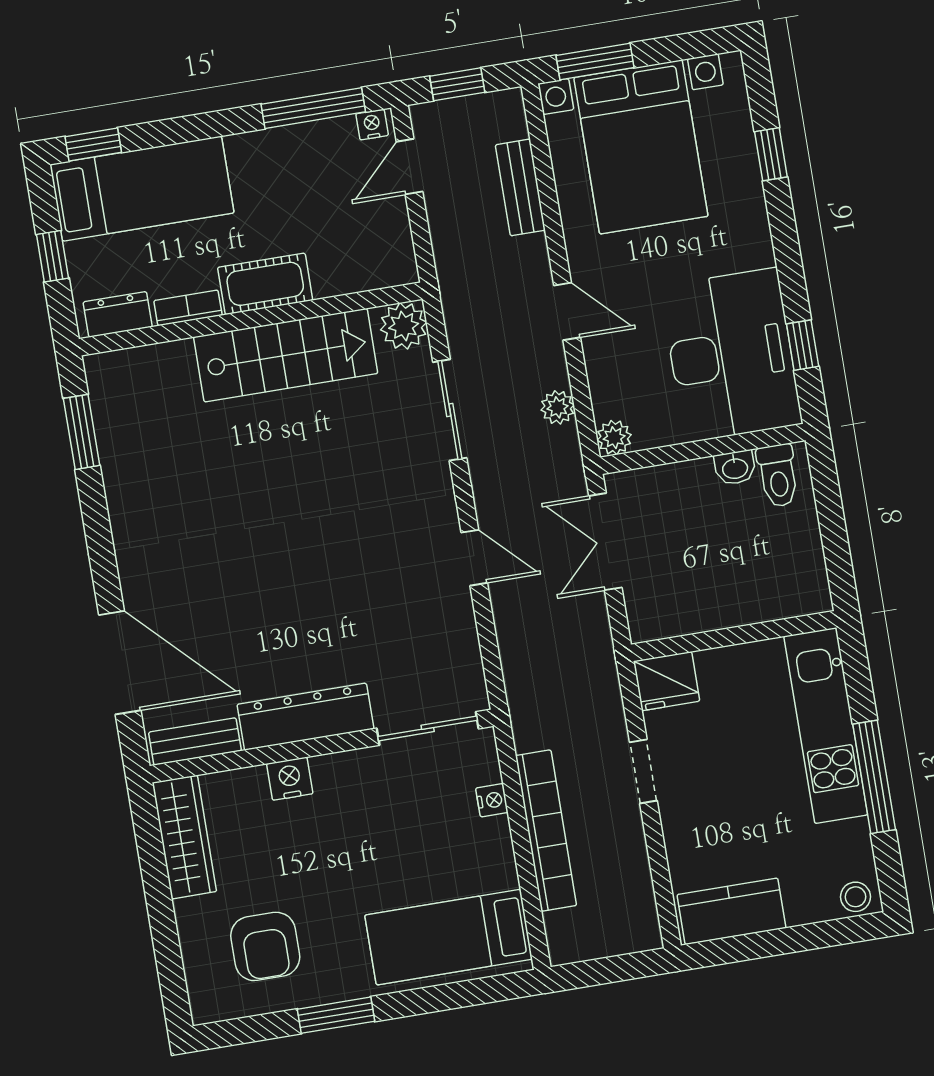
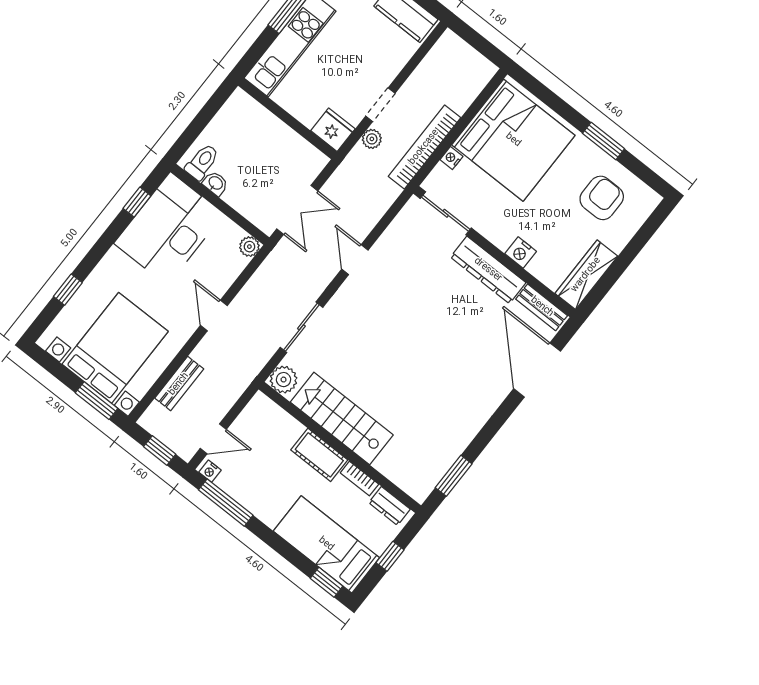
plant: (558, 407) -> (372, 139), moved
bookcase: (546, 831) -> (424, 147), moved
bed: (449, 937) -> (513, 140), width x2.04

